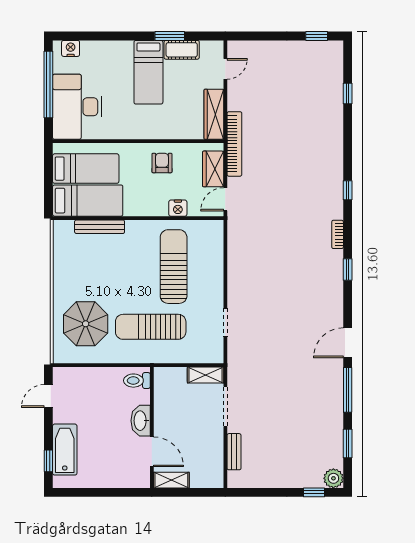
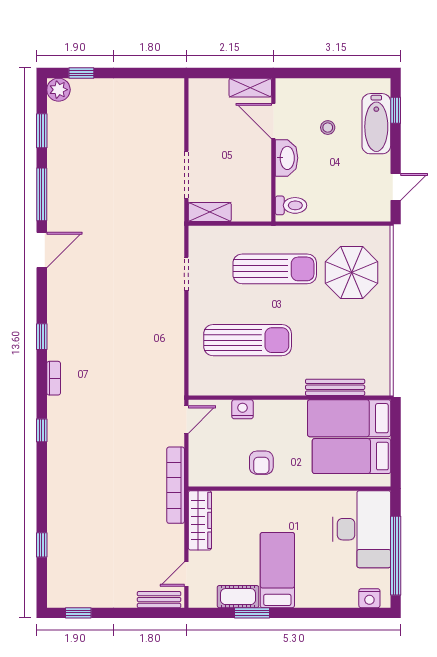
wardrobe: (213, 169) -> (201, 456), removed
sun lounger: (174, 267) -> (248, 340), turned -90
stool: (106, 446) -> (328, 128), added
bench: (234, 452) -> (159, 600), moved, turned 90

